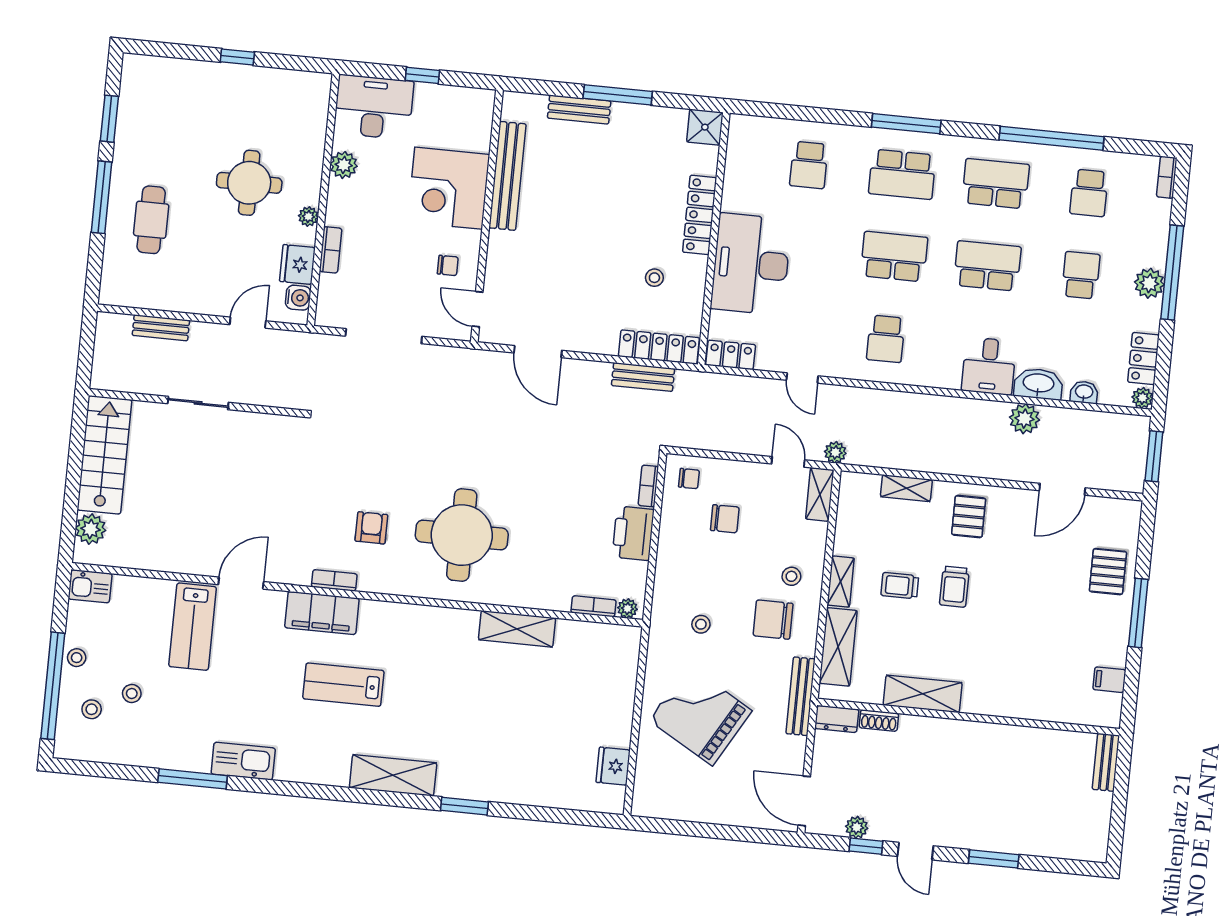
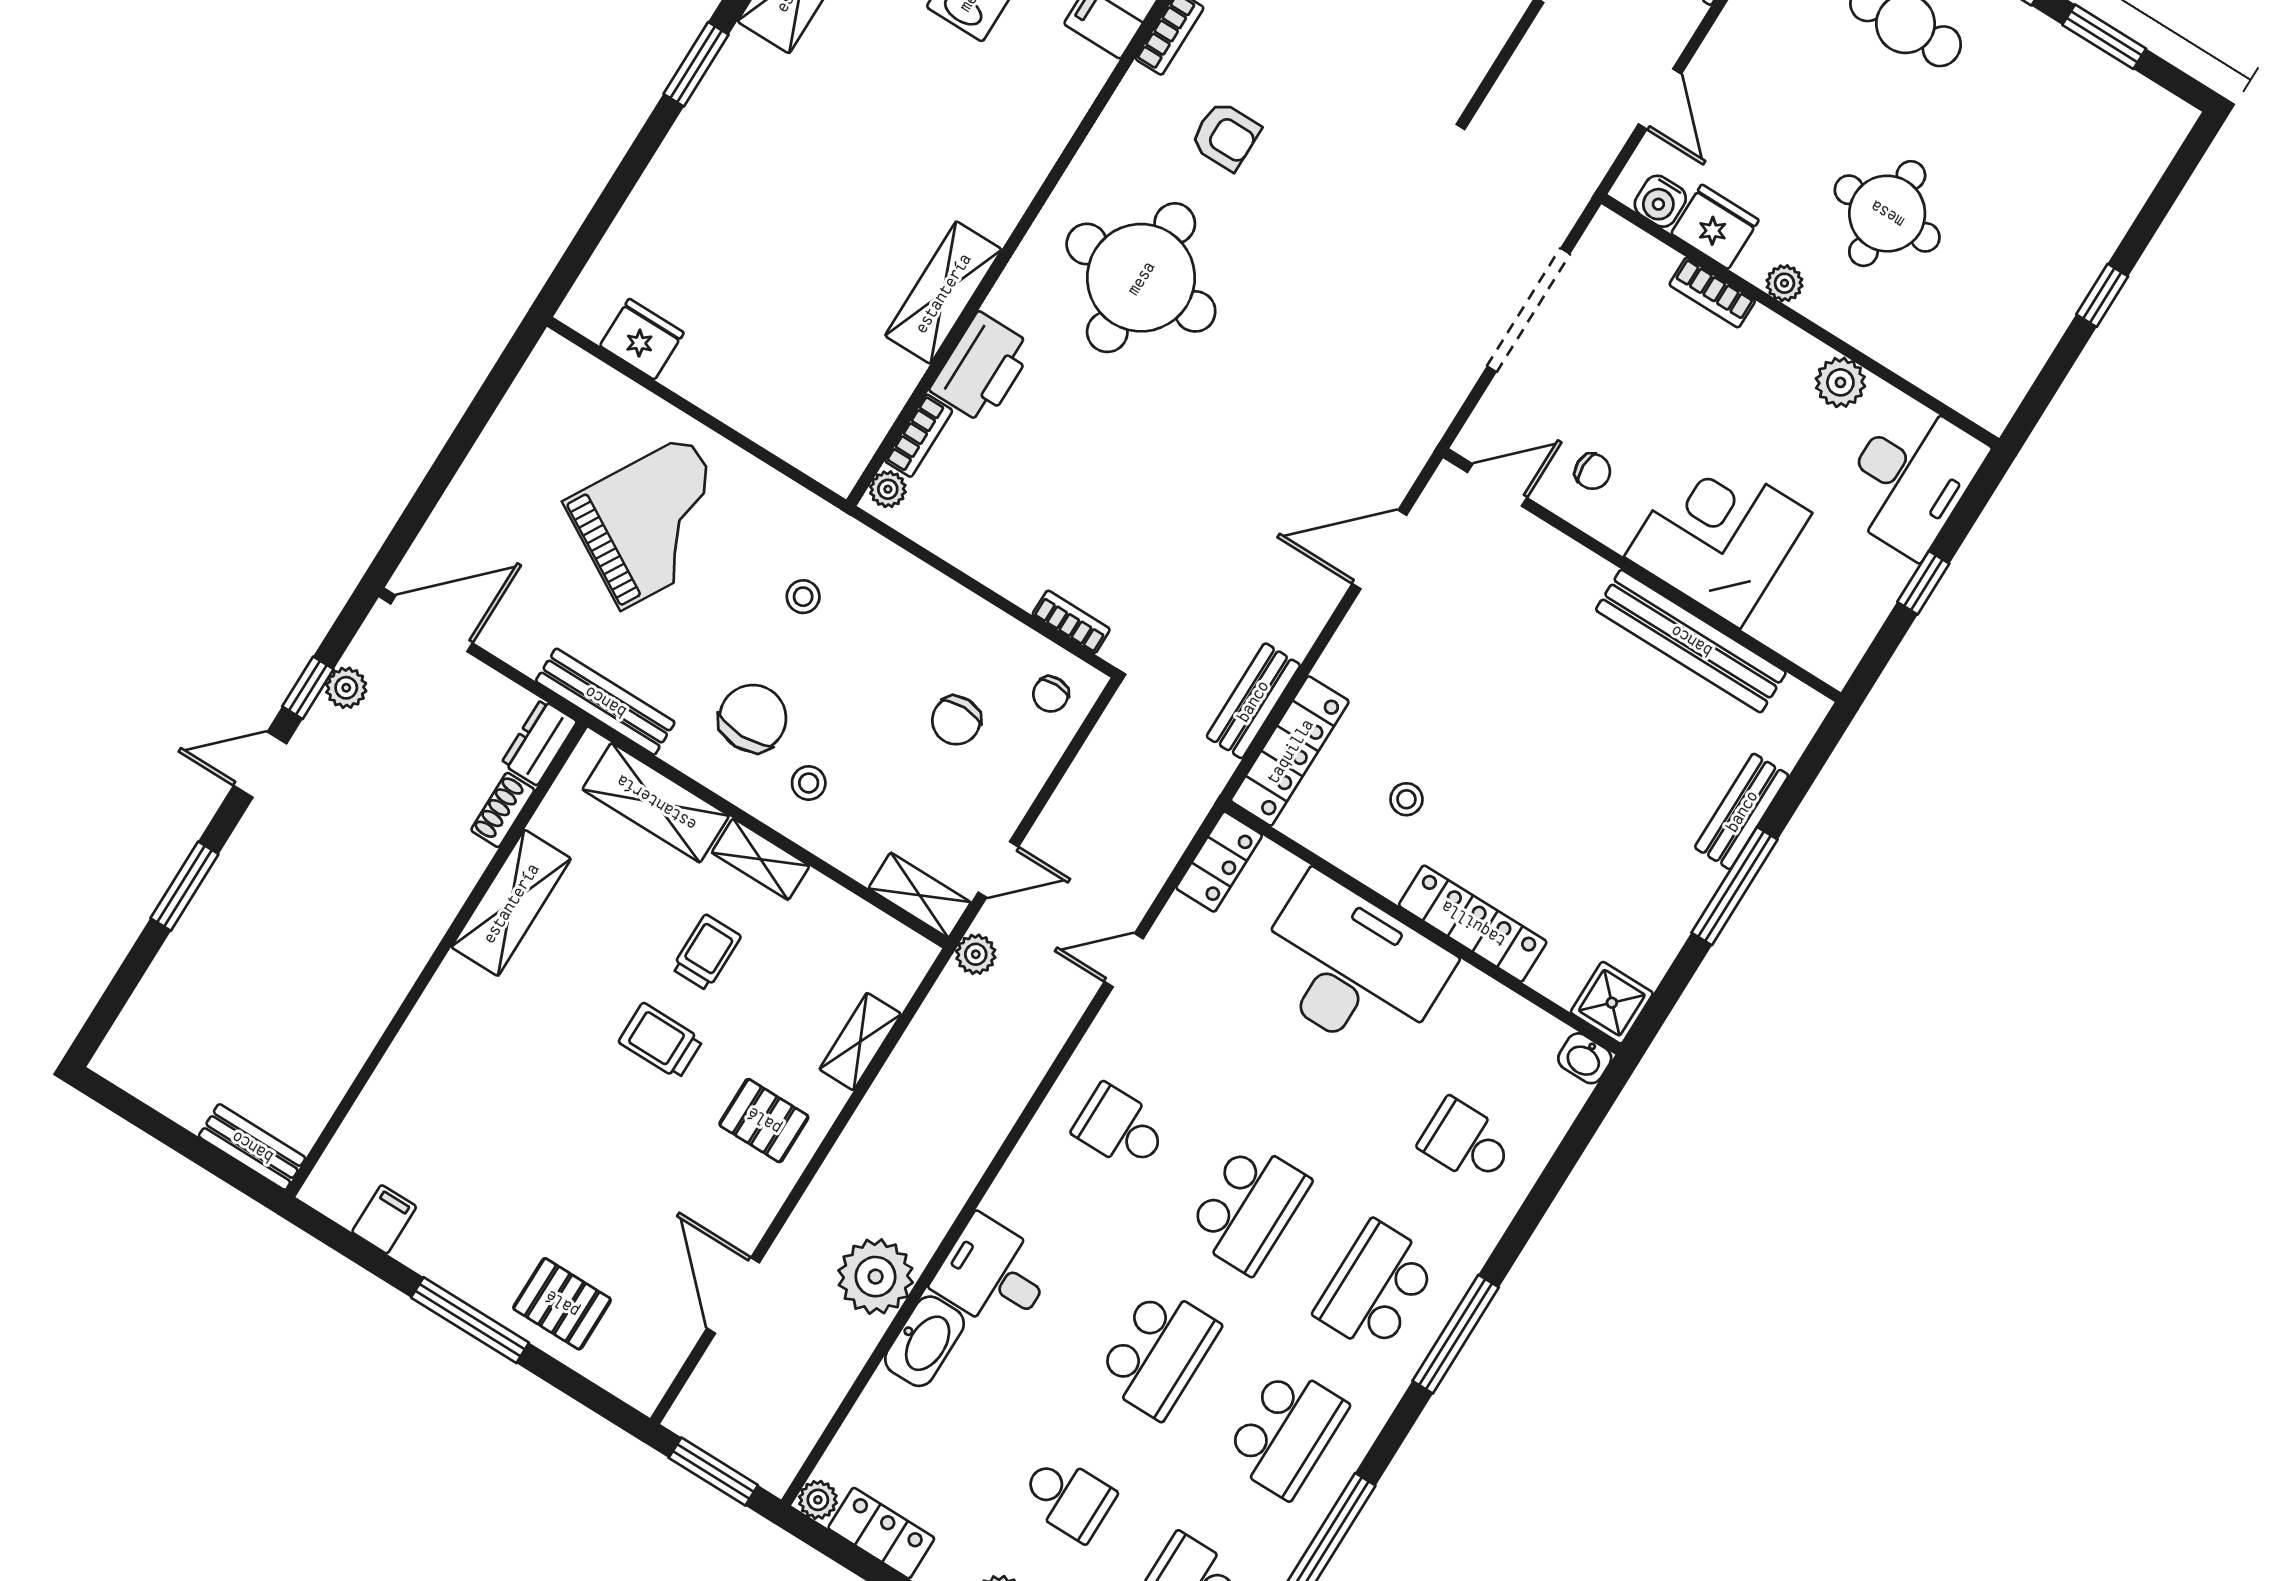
chair: (448, 265) -> (1593, 471), turned -90
washbasin: (1084, 392) -> (1585, 1058), moved, turned 90
plant: (1025, 419) -> (876, 1277), width x1.36, depth x1.36
printer: (633, 533) -> (982, 368), moved, turned 90

